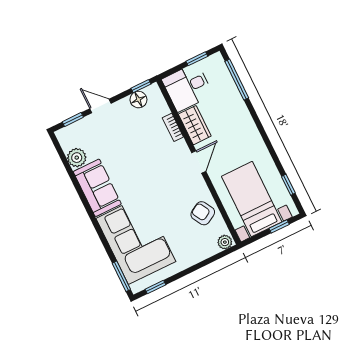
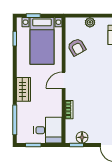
wardrobe: (195, 125) -> (24, 89), moved, turned 180
plant: (225, 242) -> (90, 22), moved

